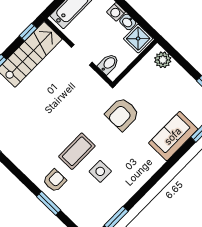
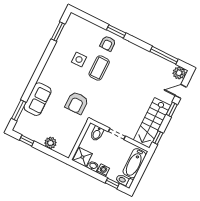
plant: (163, 60) -> (51, 143), moved
armchair: (122, 114) -> (77, 103), turned 180
window: (49, 203) -> (116, 31), moved

